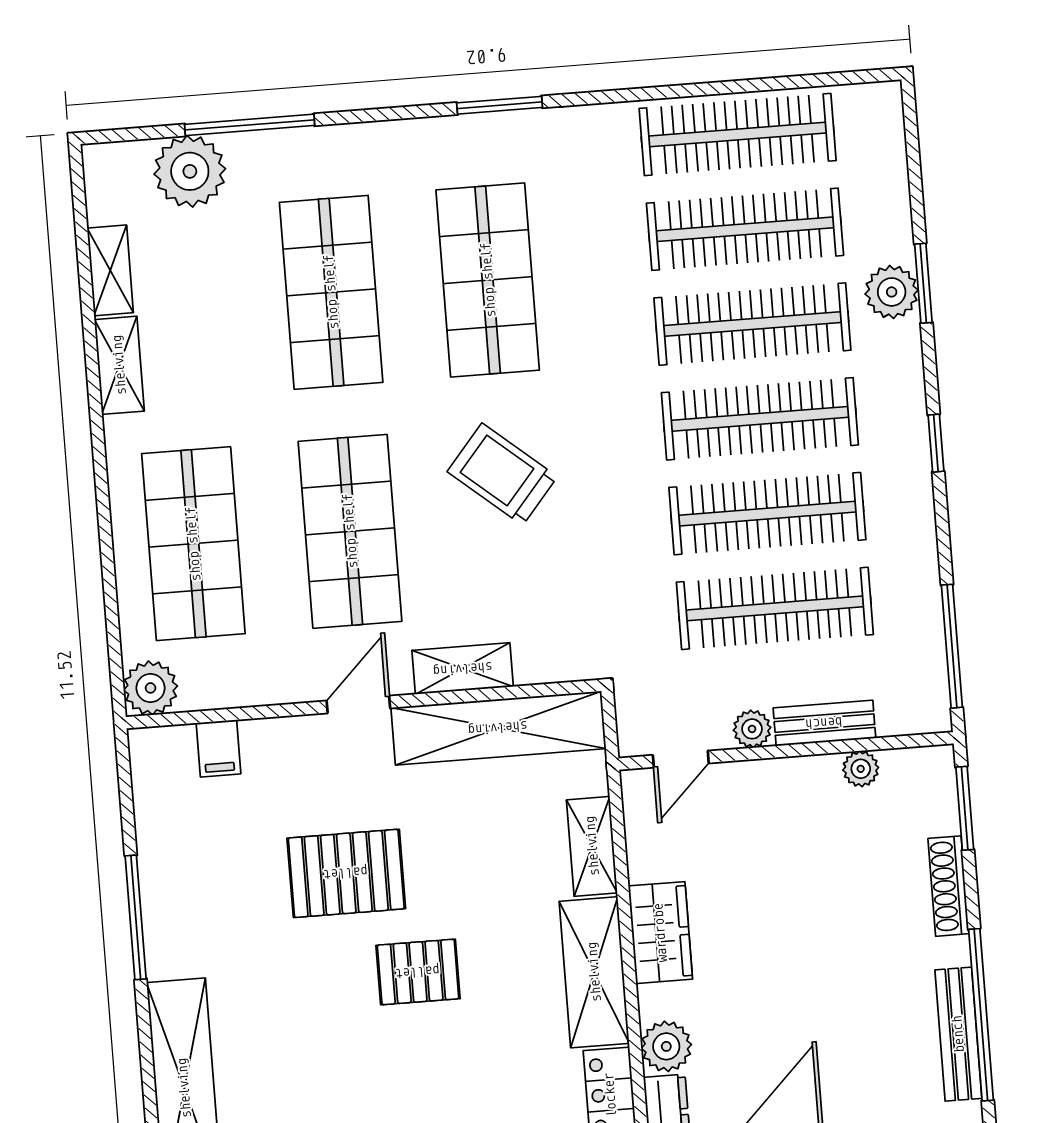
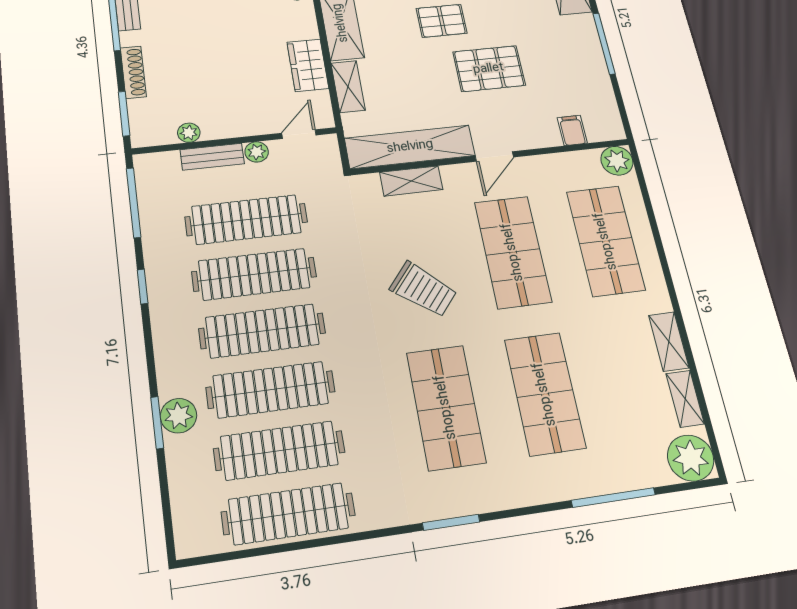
plant: (190, 171) -> (691, 458), moved
window: (936, 443) -> (143, 287), moved
shelving: (463, 669) -> (411, 181), moved
wardrobe: (660, 933) -> (308, 65), moved

